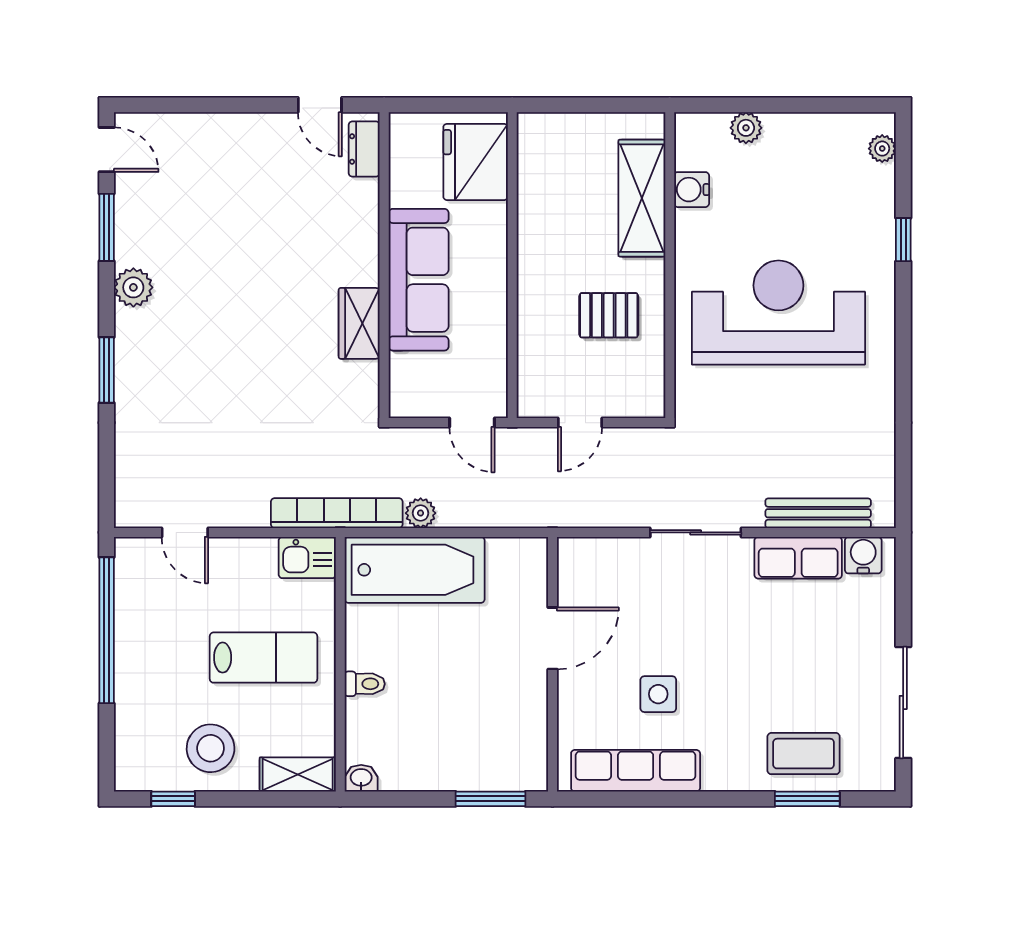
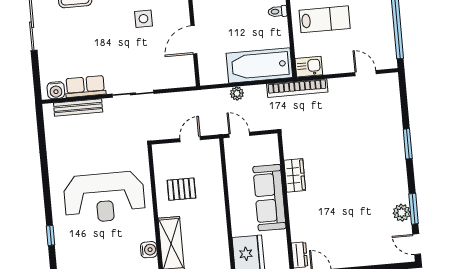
plant: (133, 287) -> (402, 213), moved
plant: (421, 513) -> (237, 93), moved
lab bench: (263, 658) -> (325, 19), turned 180

